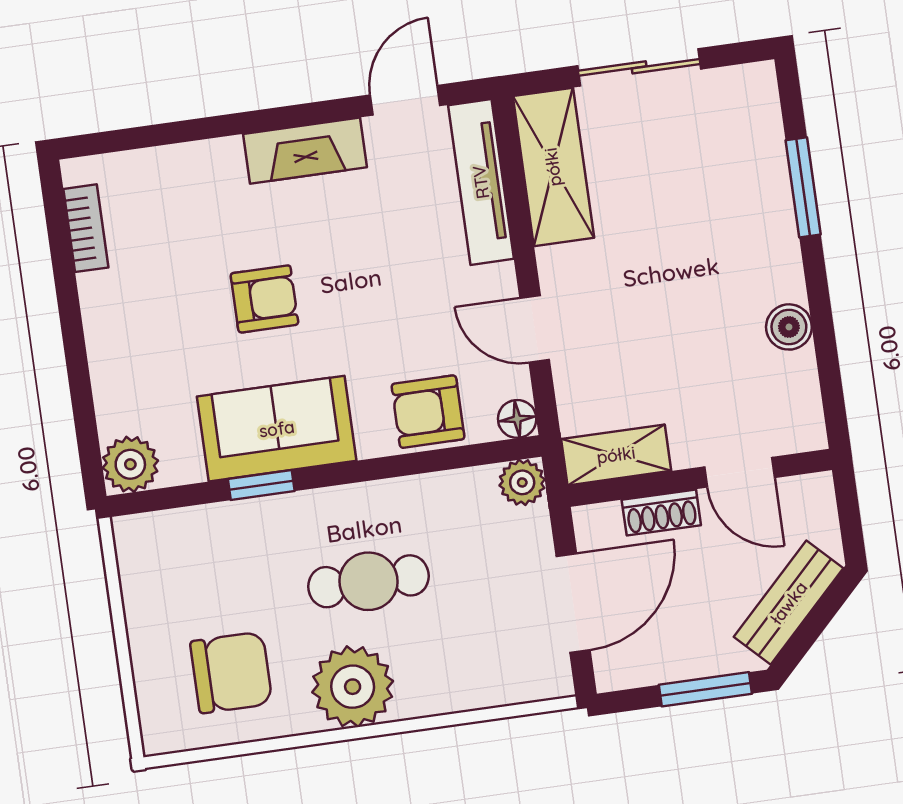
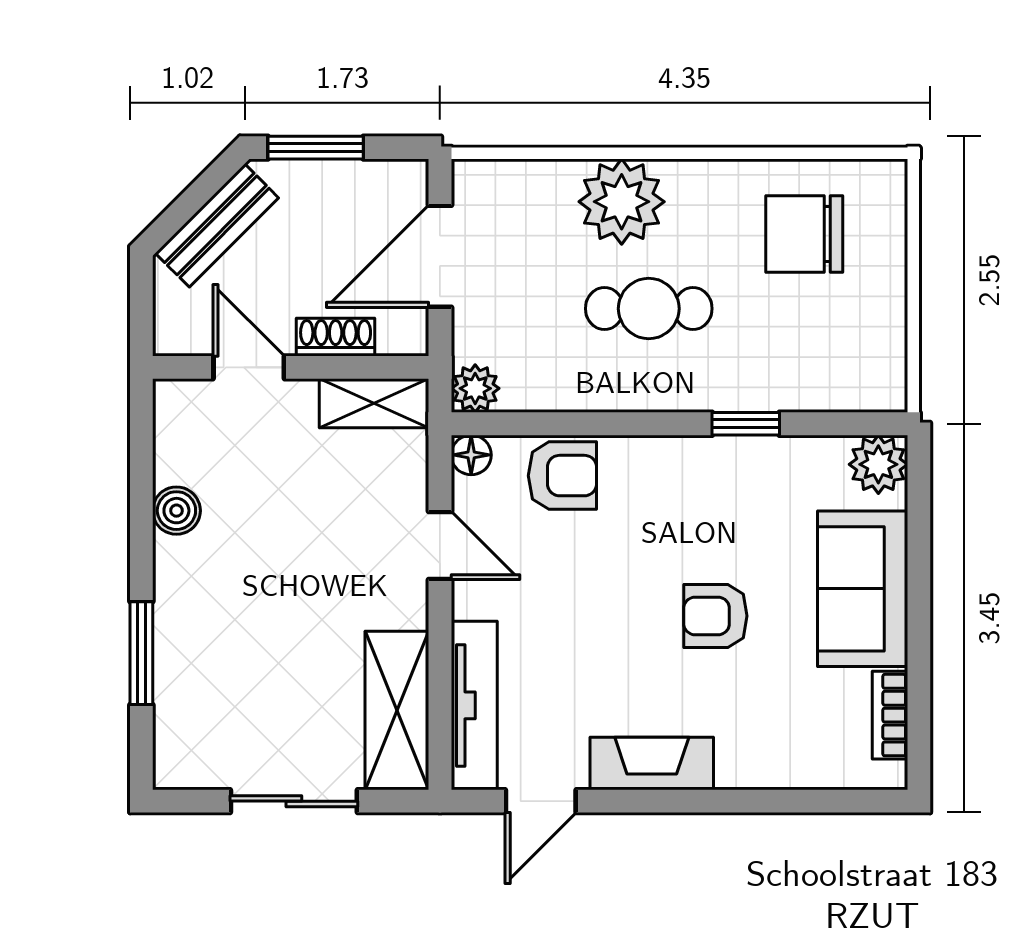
sofa: (277, 429) -> (863, 589), moved, turned 90
plant: (353, 687) -> (622, 202), moved

